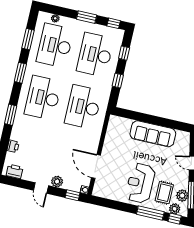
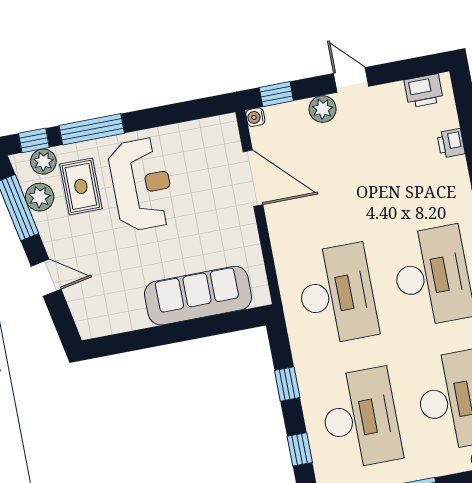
sofa: (153, 134) -> (198, 296), moved

